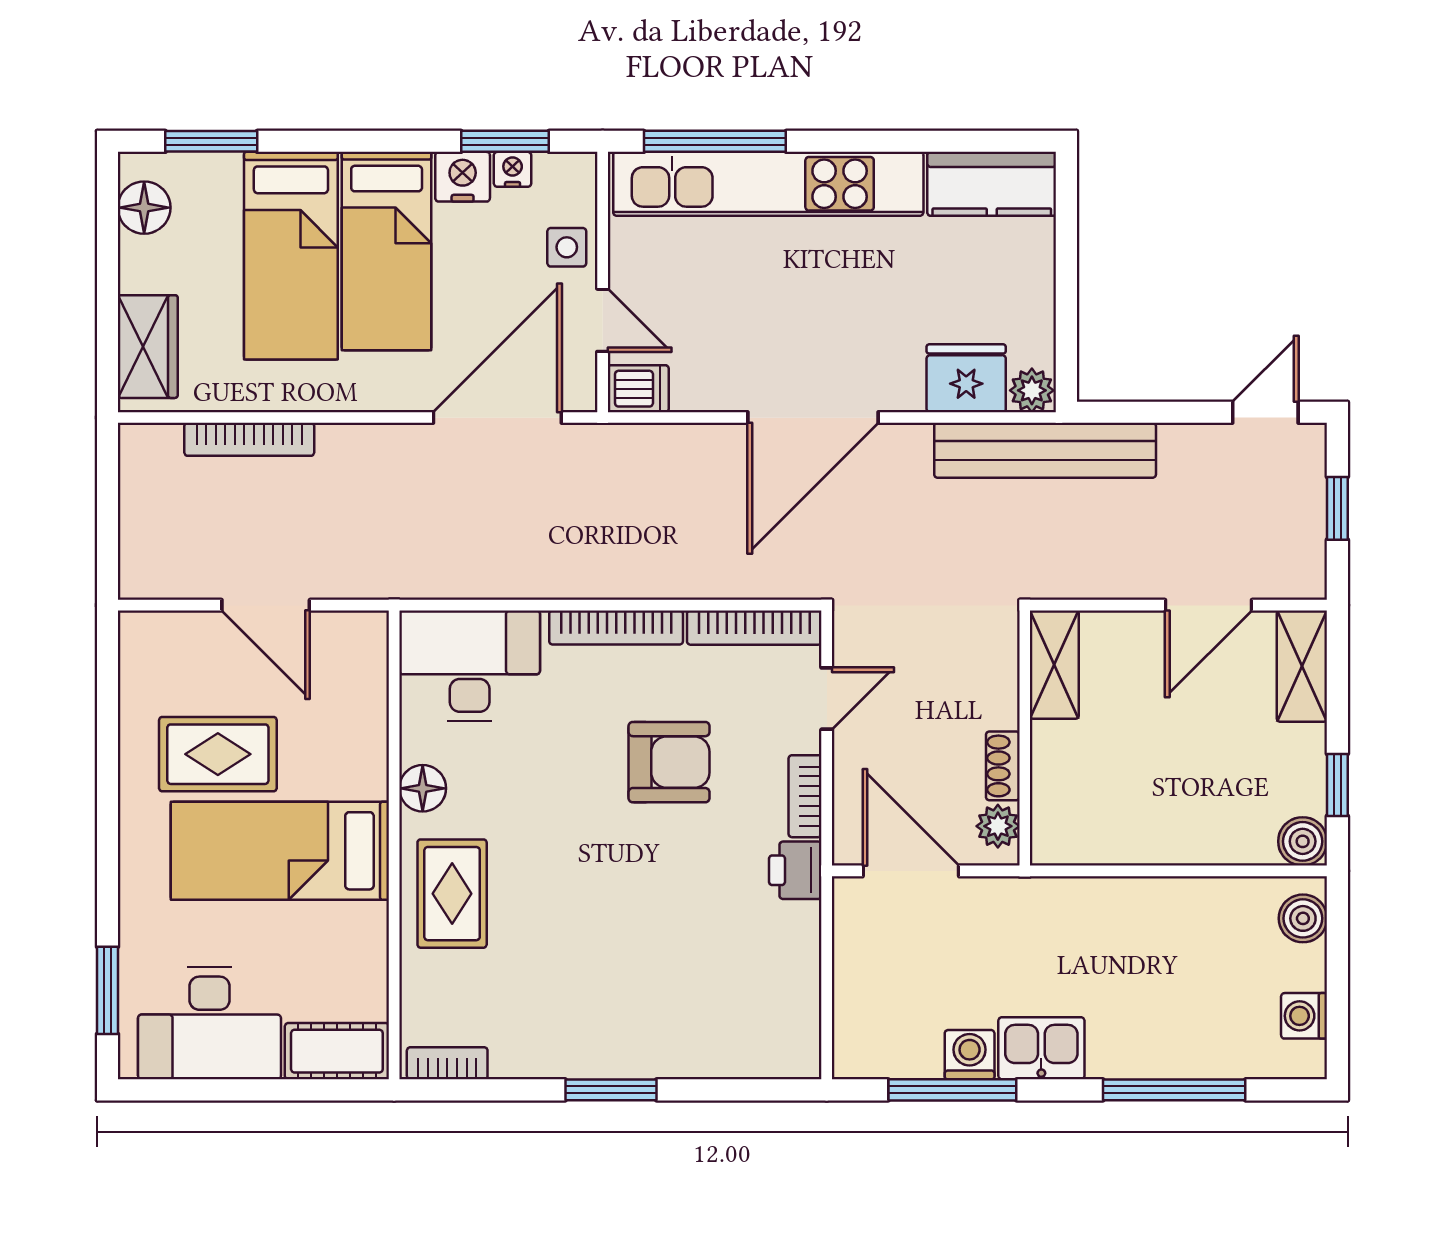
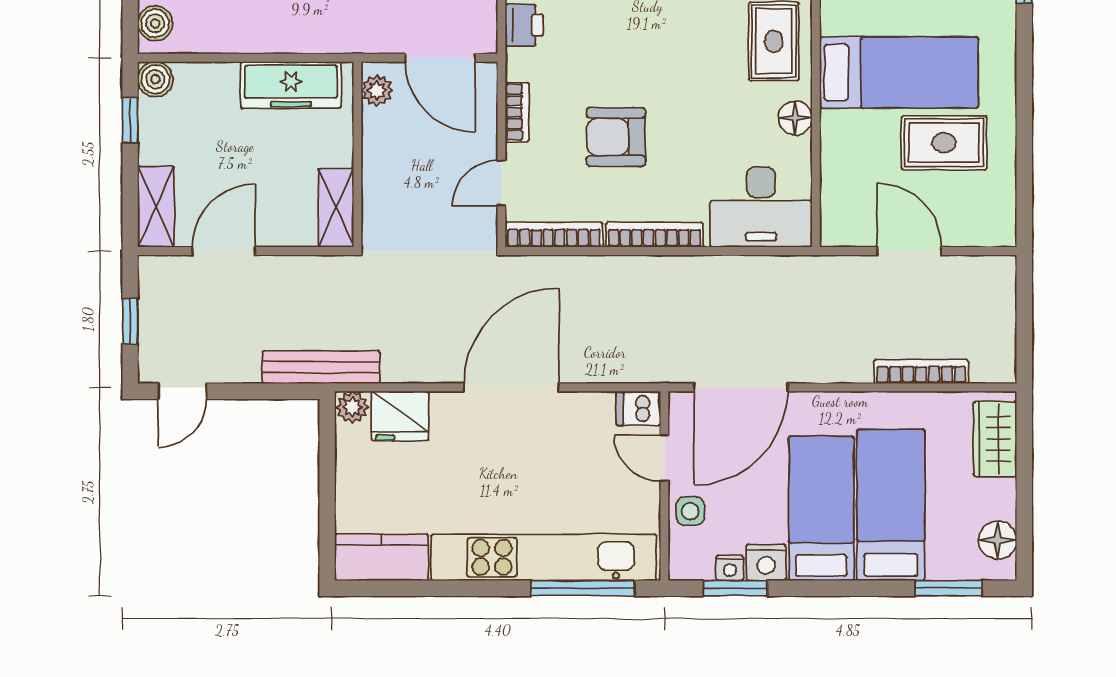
bench: (1045, 450) -> (321, 367), width x0.73, depth x0.82
shoe rack: (1003, 766) -> (373, 134), removed
freezer: (1116, 834) -> (291, 85), added
printer: (795, 870) -> (524, 25), moved

